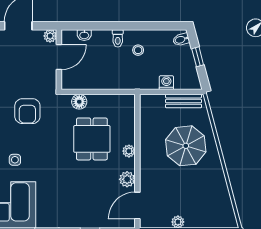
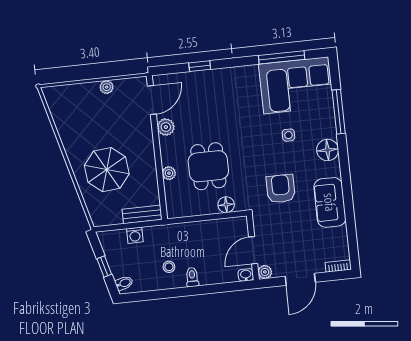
washbasin: (84, 35) -> (246, 275), moved
bench: (184, 101) -> (142, 214), moved
plant: (129, 151) -> (169, 173), moved

